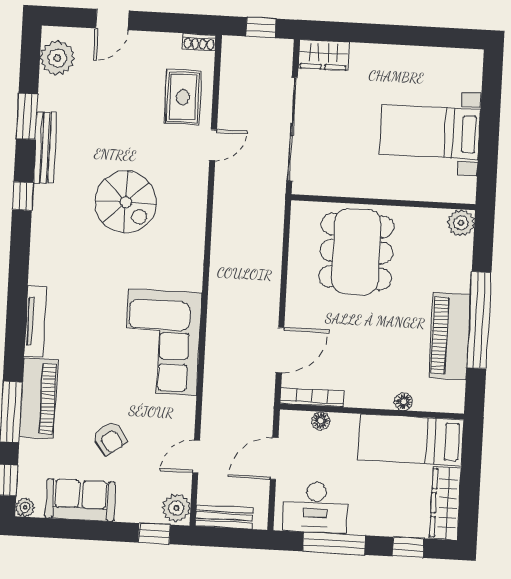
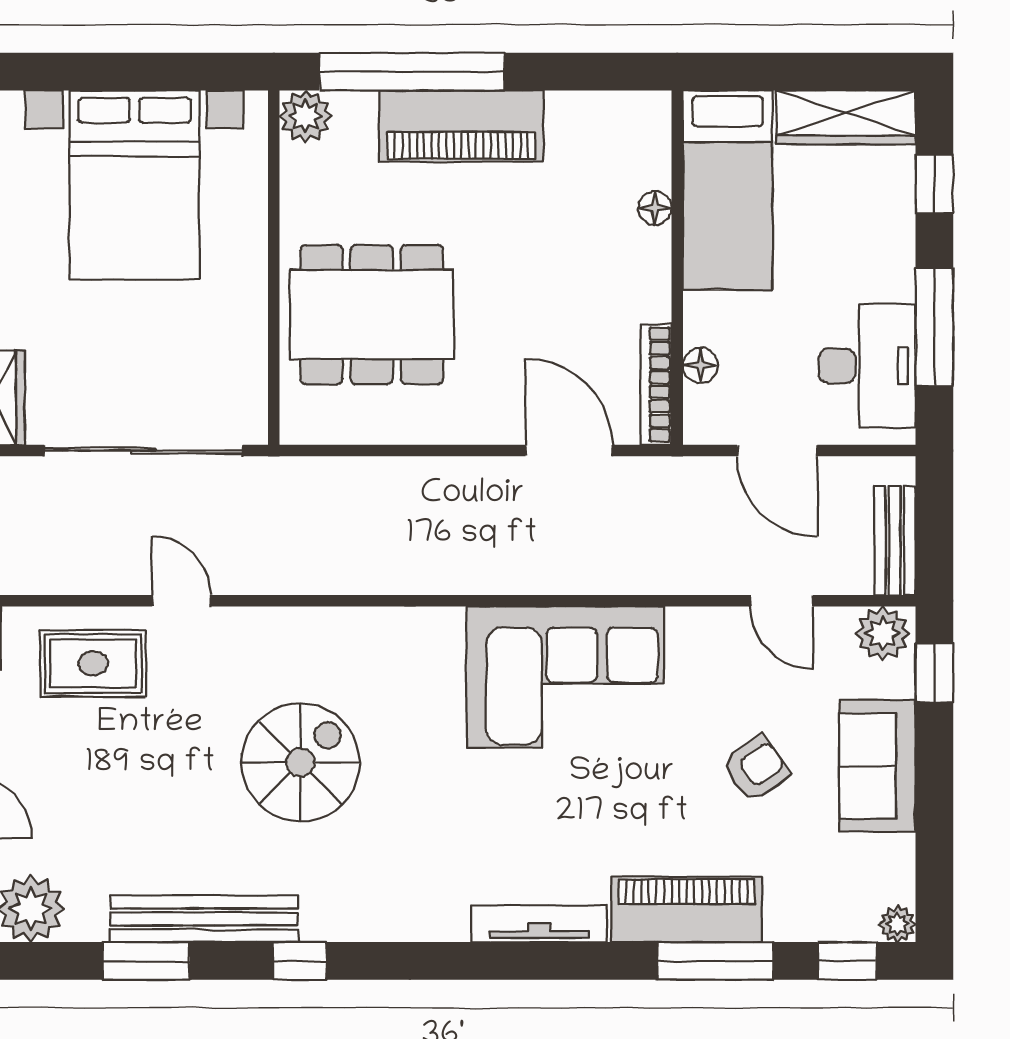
bed with nightstands: (430, 132) -> (135, 185), width x1.36
bench: (45, 148) -> (204, 919), width x1.37, depth x1.21
window: (479, 320) -> (412, 72), moved
piano: (450, 336) -> (461, 126), moved
sofa: (80, 500) -> (877, 766), moved

